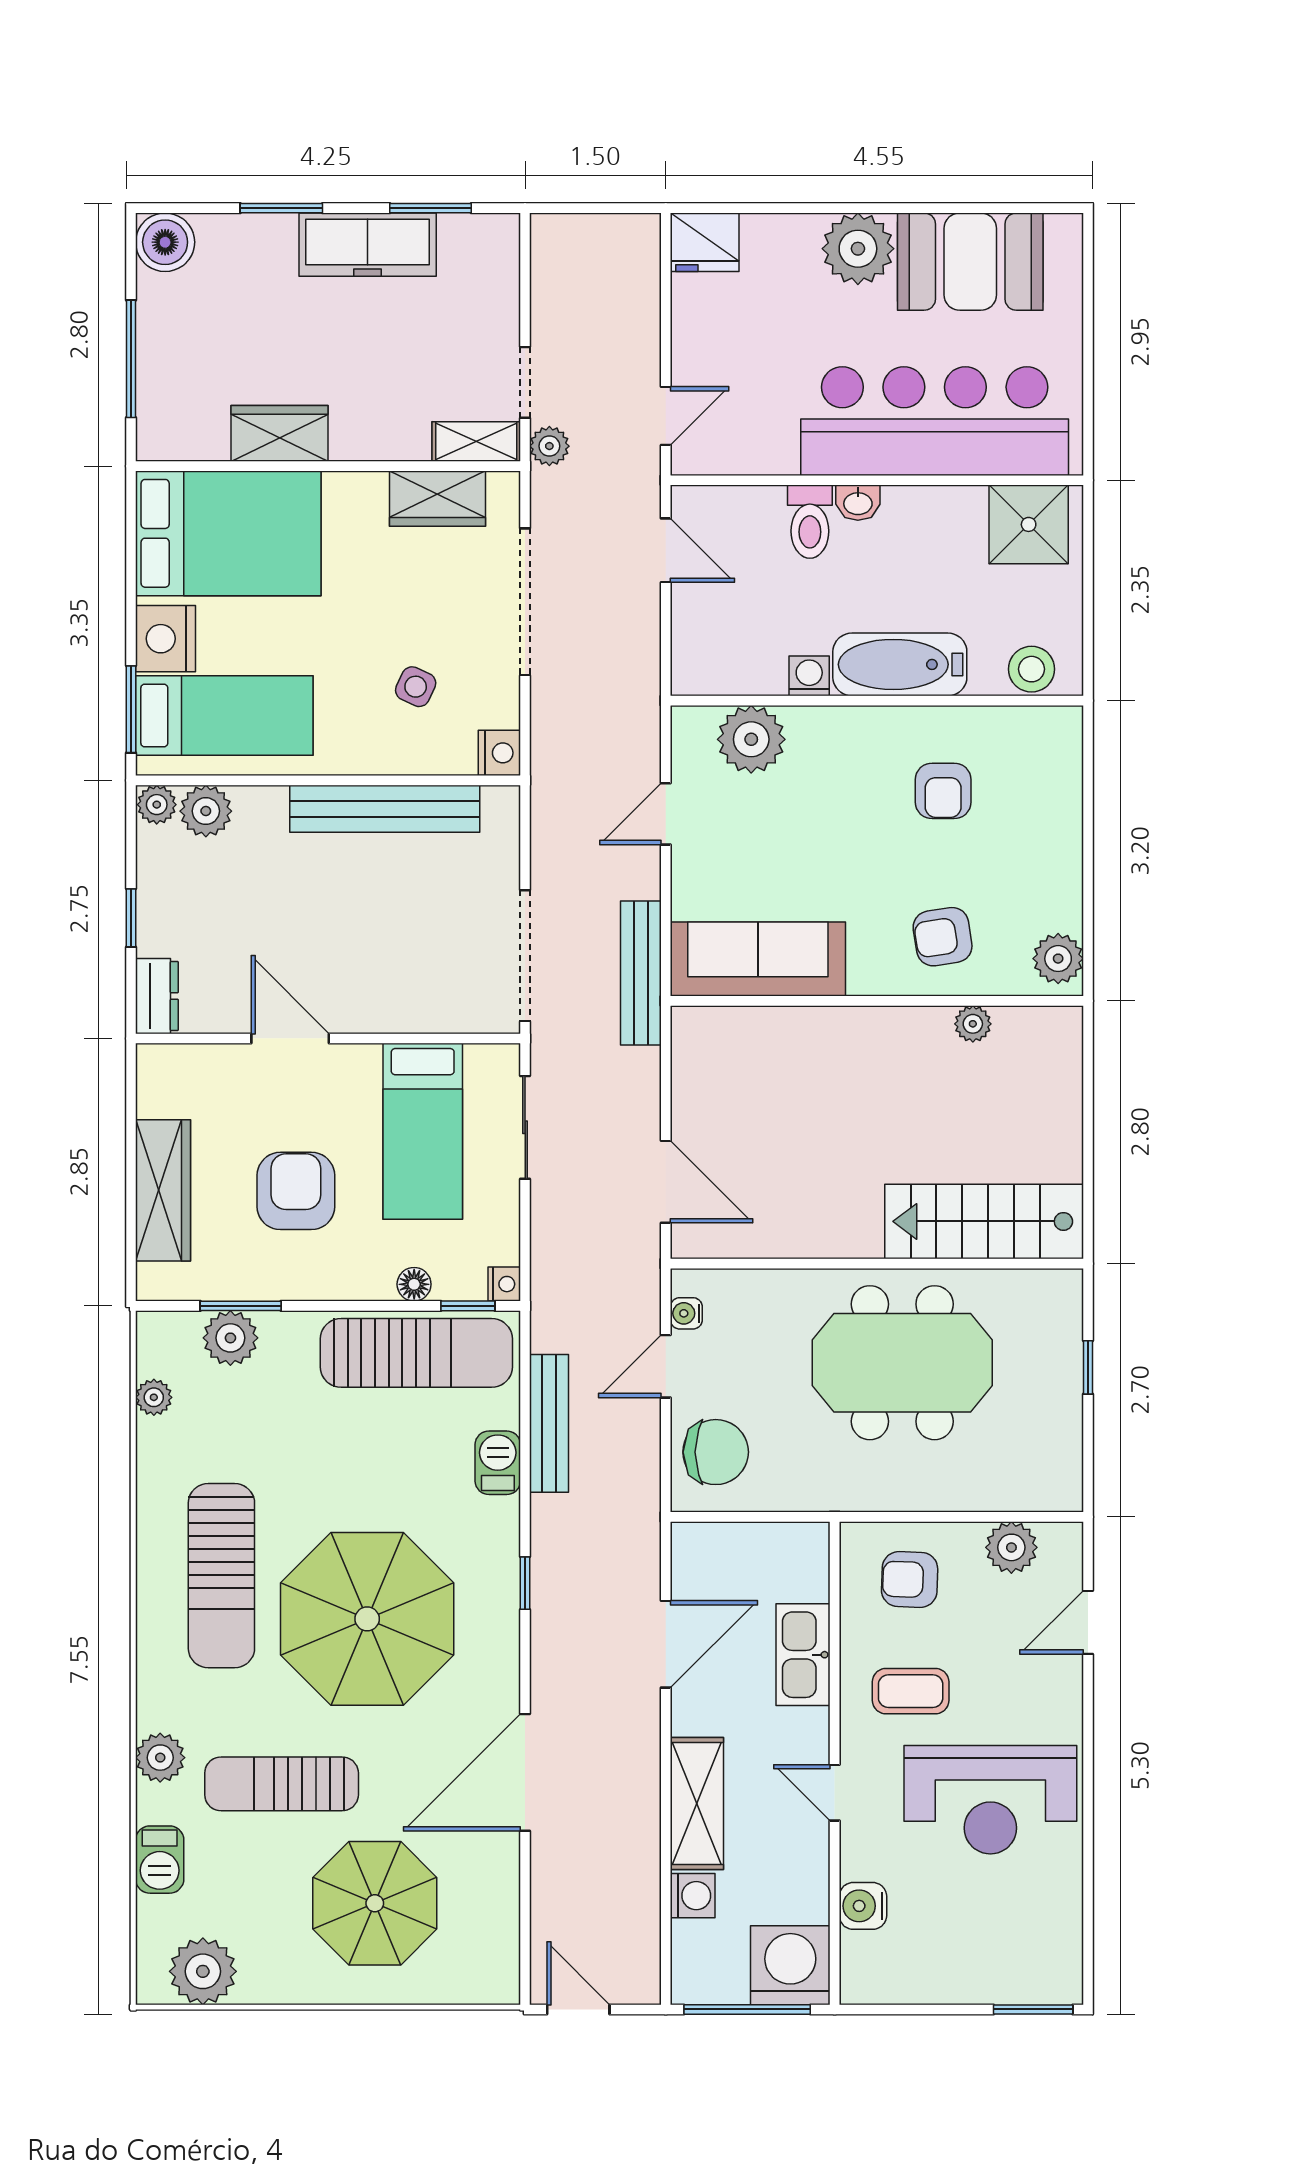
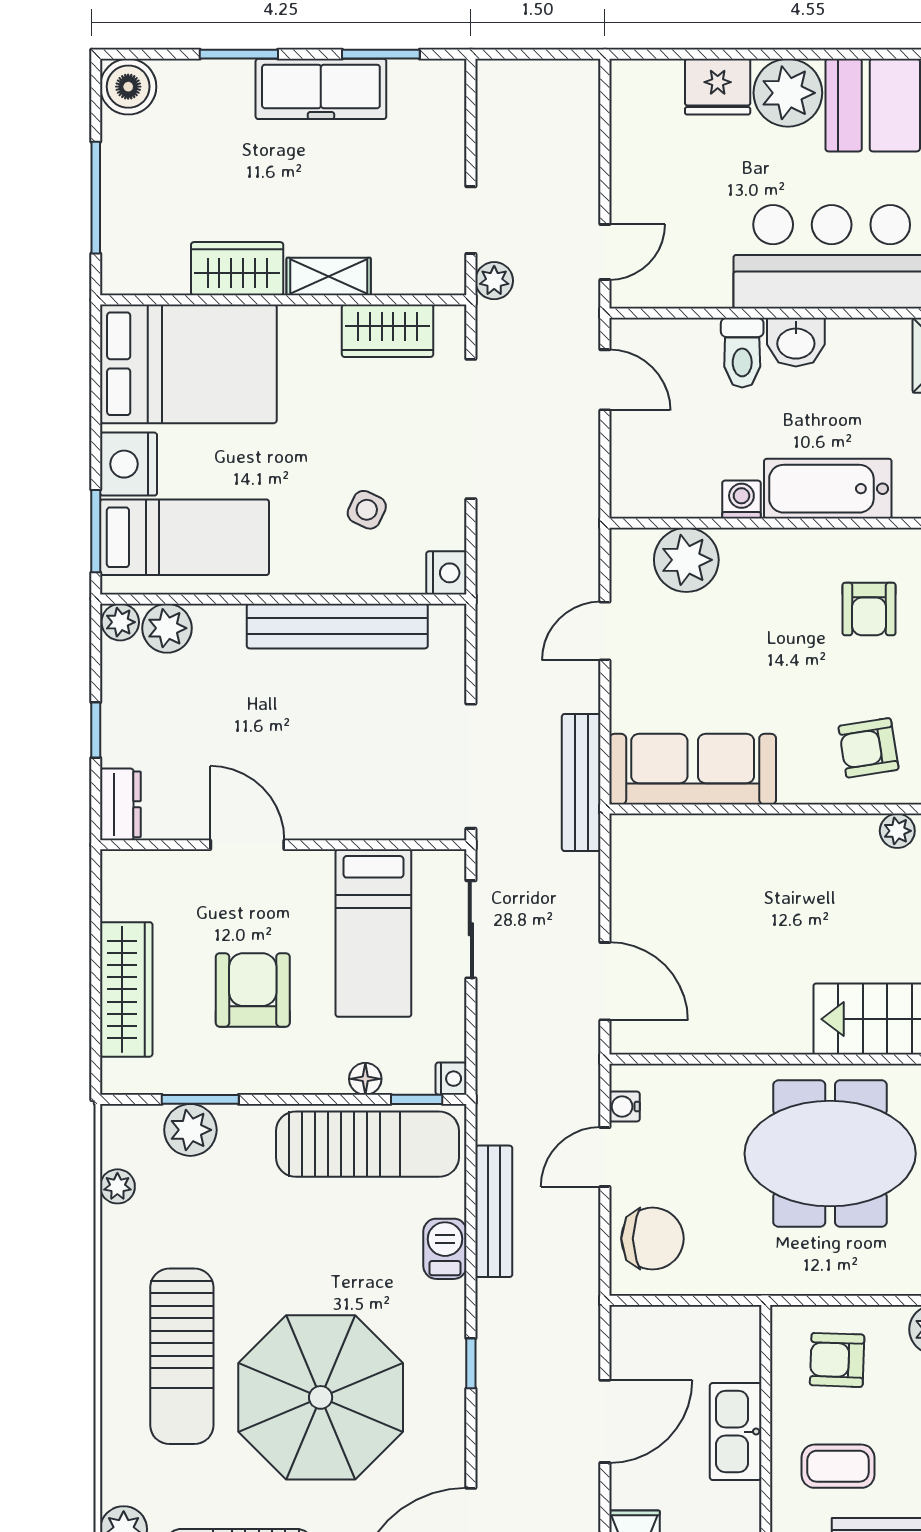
fridge: (705, 242) -> (718, 87), moved
shelving: (476, 442) -> (329, 276), moved
washbasin: (858, 503) -> (796, 342), width x1.38, depth x1.45

